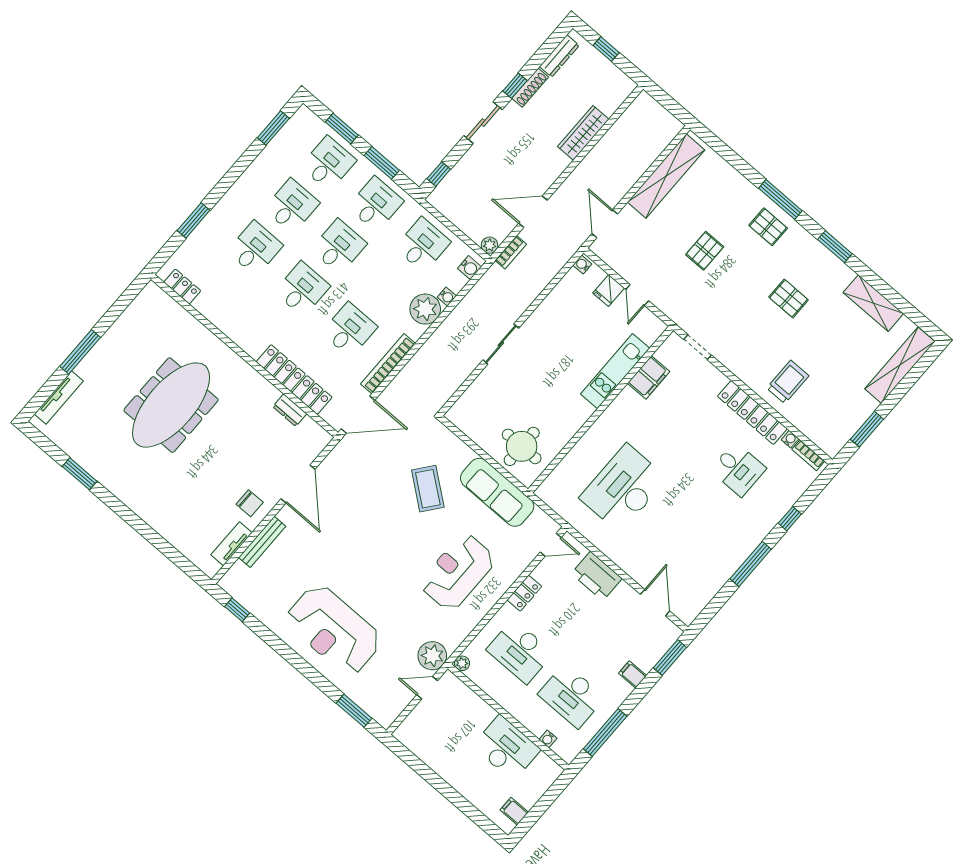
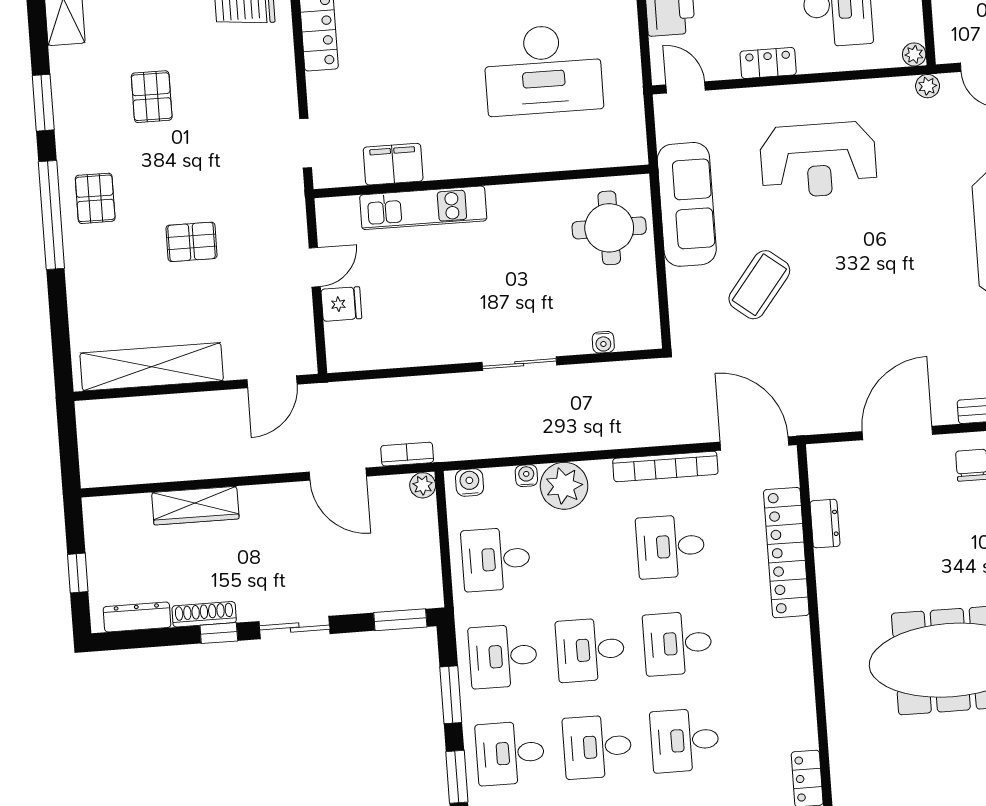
window: (439, 174) -> (400, 620), width x1.50
window: (780, 199) -> (51, 215), width x1.46
water cooler: (582, 265) -> (603, 342), moved
plant: (432, 656) -> (928, 86), width x0.53, depth x0.53

